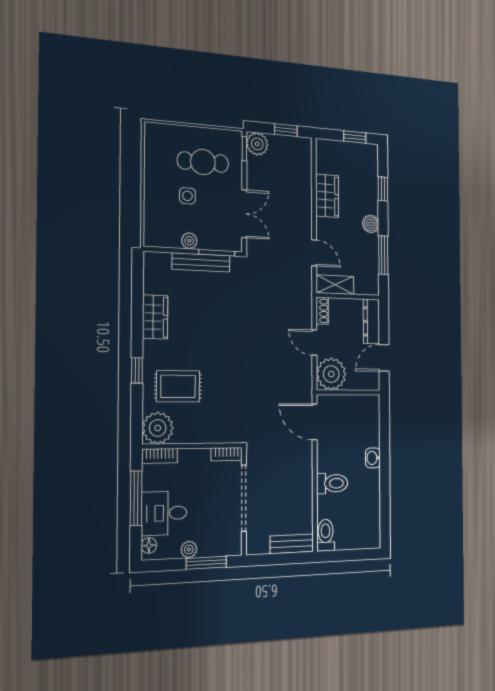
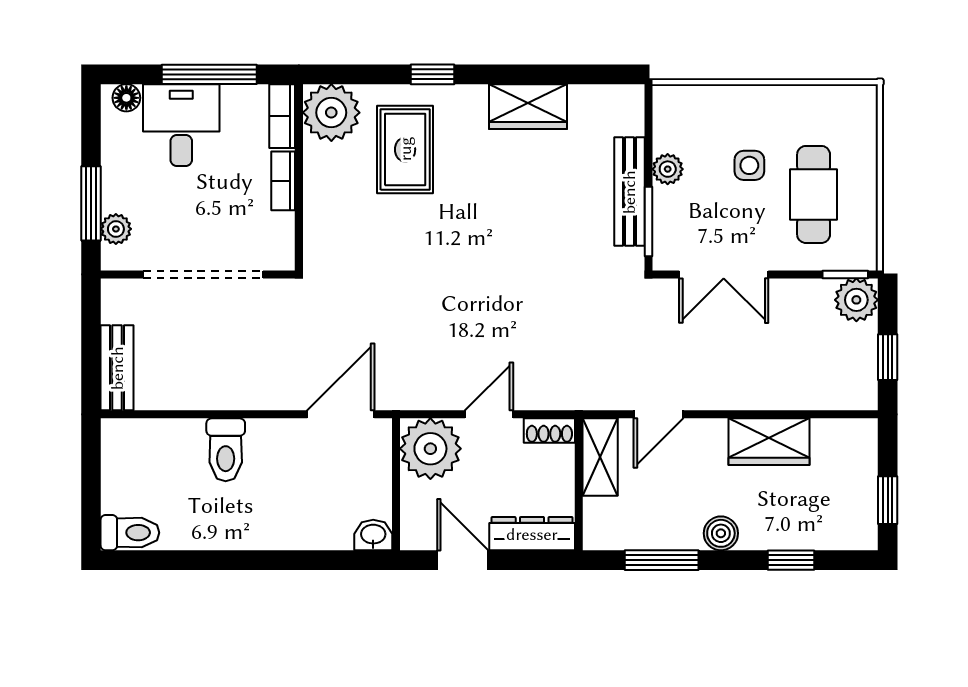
bookcase: (227, 454) -> (283, 181), moved
washbasin: (373, 458) -> (373, 535), moved
toilet: (326, 535) -> (130, 533), moved
plant: (189, 549) -> (116, 229), moved

